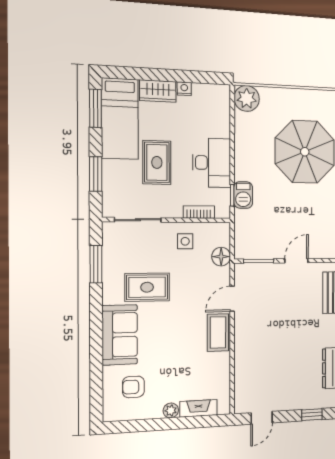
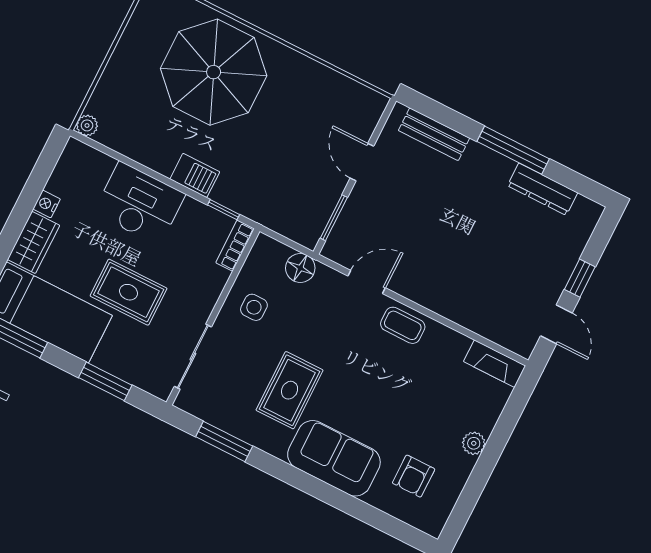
plant: (247, 98) -> (87, 125), width x0.53, depth x0.53
desk: (212, 163) -> (139, 203), moved
barbecue: (243, 195) -> (195, 175), moved
bookcase: (199, 212) -> (235, 246), moved
door: (232, 299) -> (367, 282), swing flipped
coffee table: (218, 332) -> (403, 325), width x0.73, depth x0.77
fireplace: (198, 408) -> (495, 364), moved, turned -90
window: (312, 415) -> (580, 278), moved

